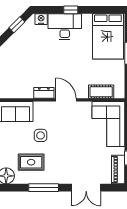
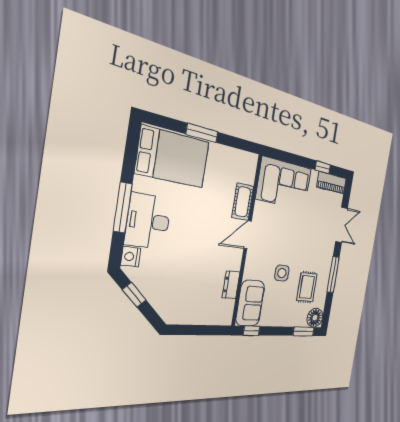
window: (71, 10) -> (123, 208), width x2.17
cot: (101, 92) -> (243, 202), moved
dresser: (44, 93) -> (231, 285), moved

